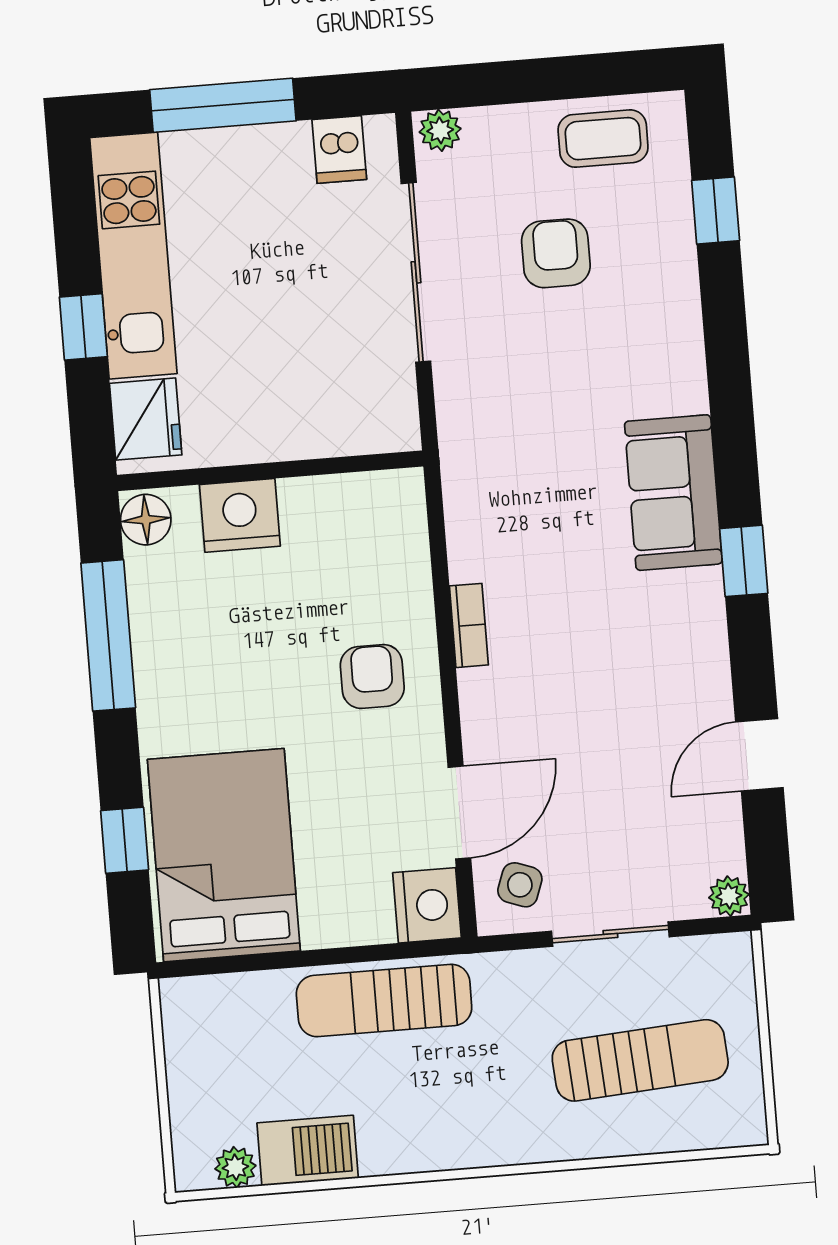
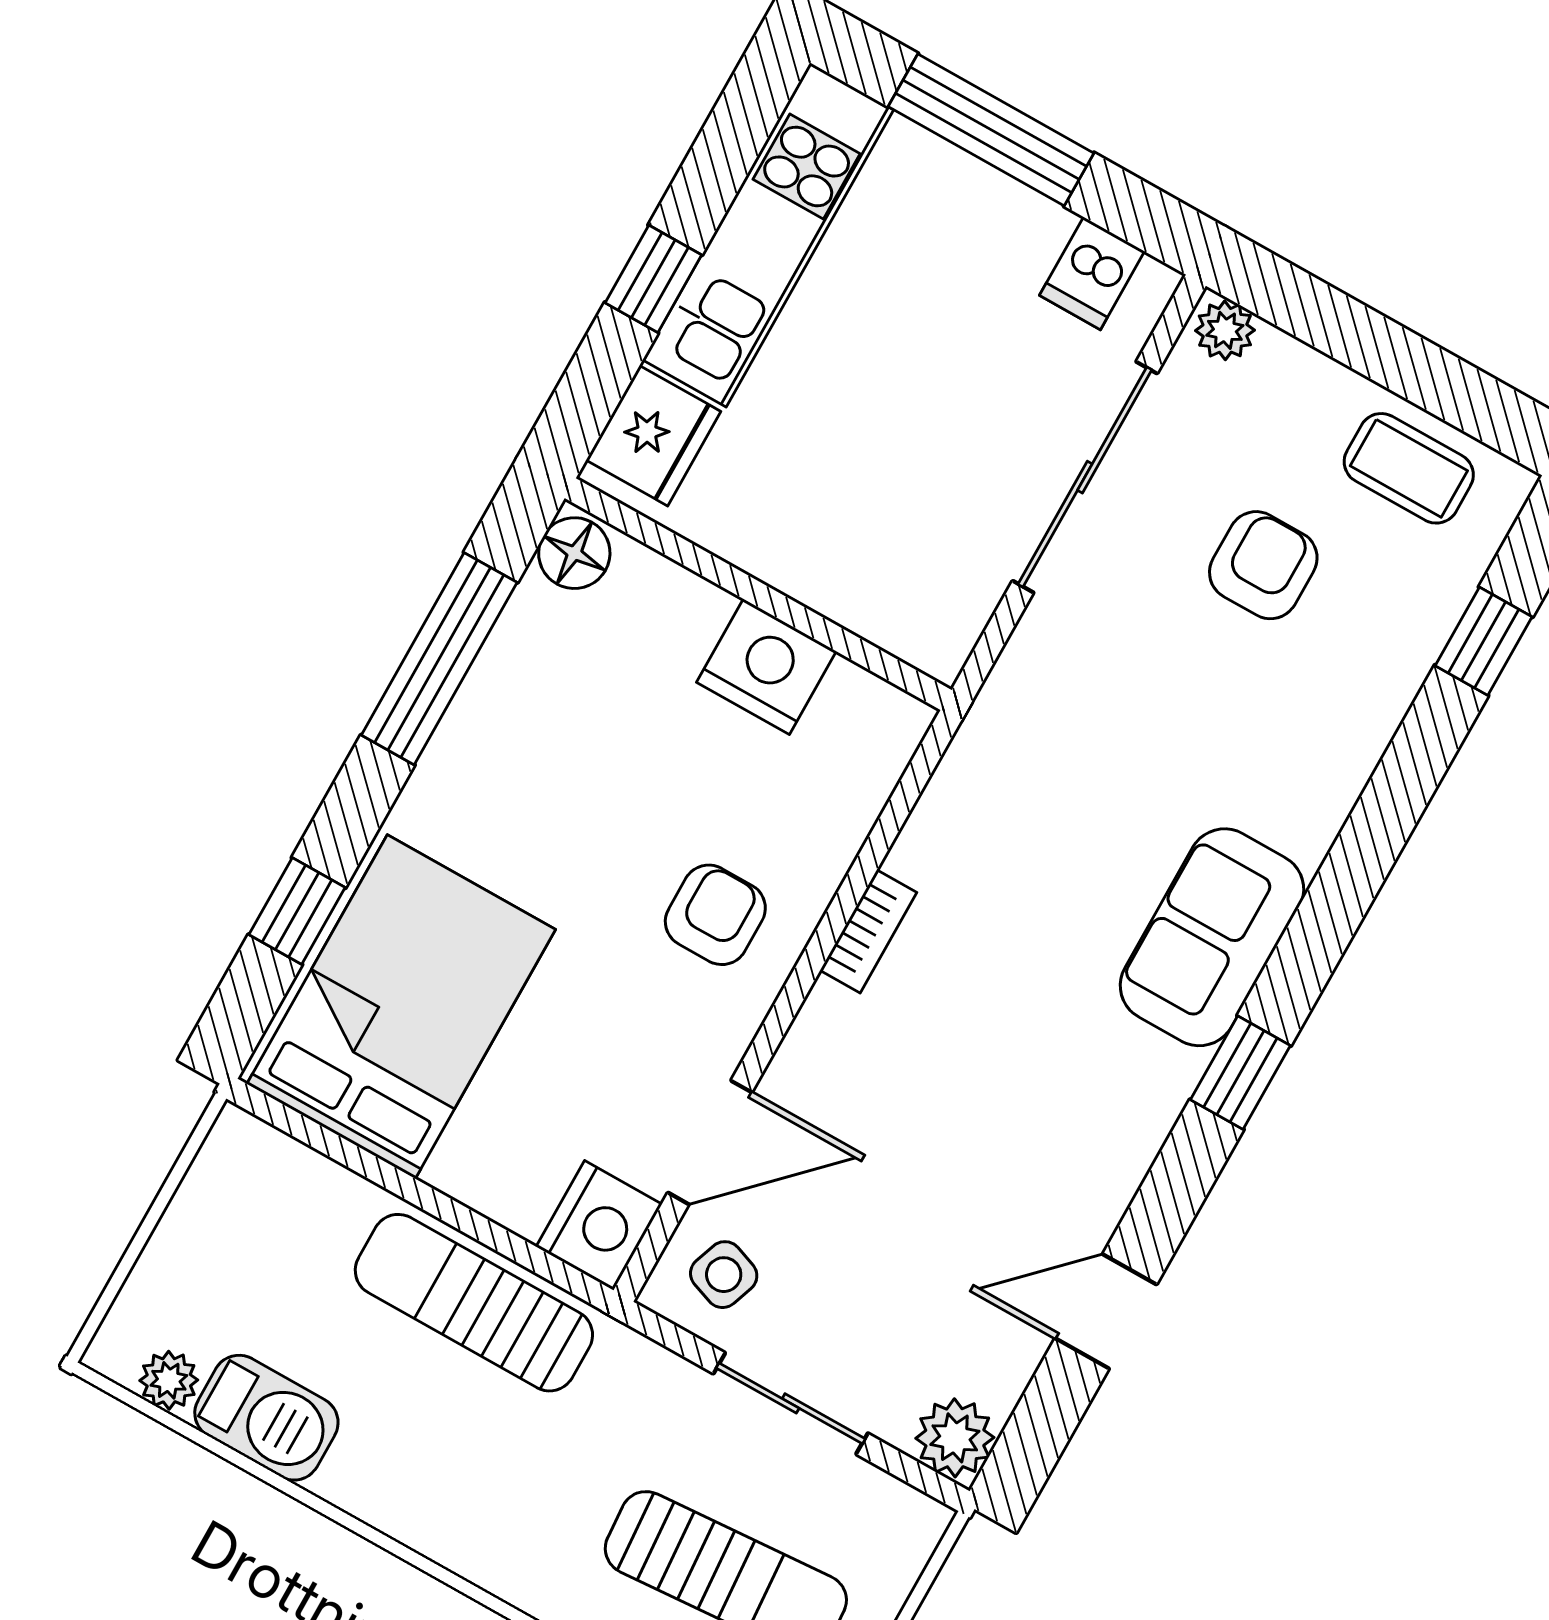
nightstand: (240, 515) -> (766, 667), moved
plant: (729, 896) -> (955, 1438), width x1.38, depth x1.38

